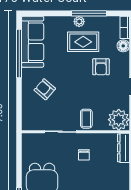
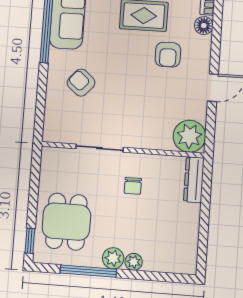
coffee table: (86, 119) -> (140, 131), removed

